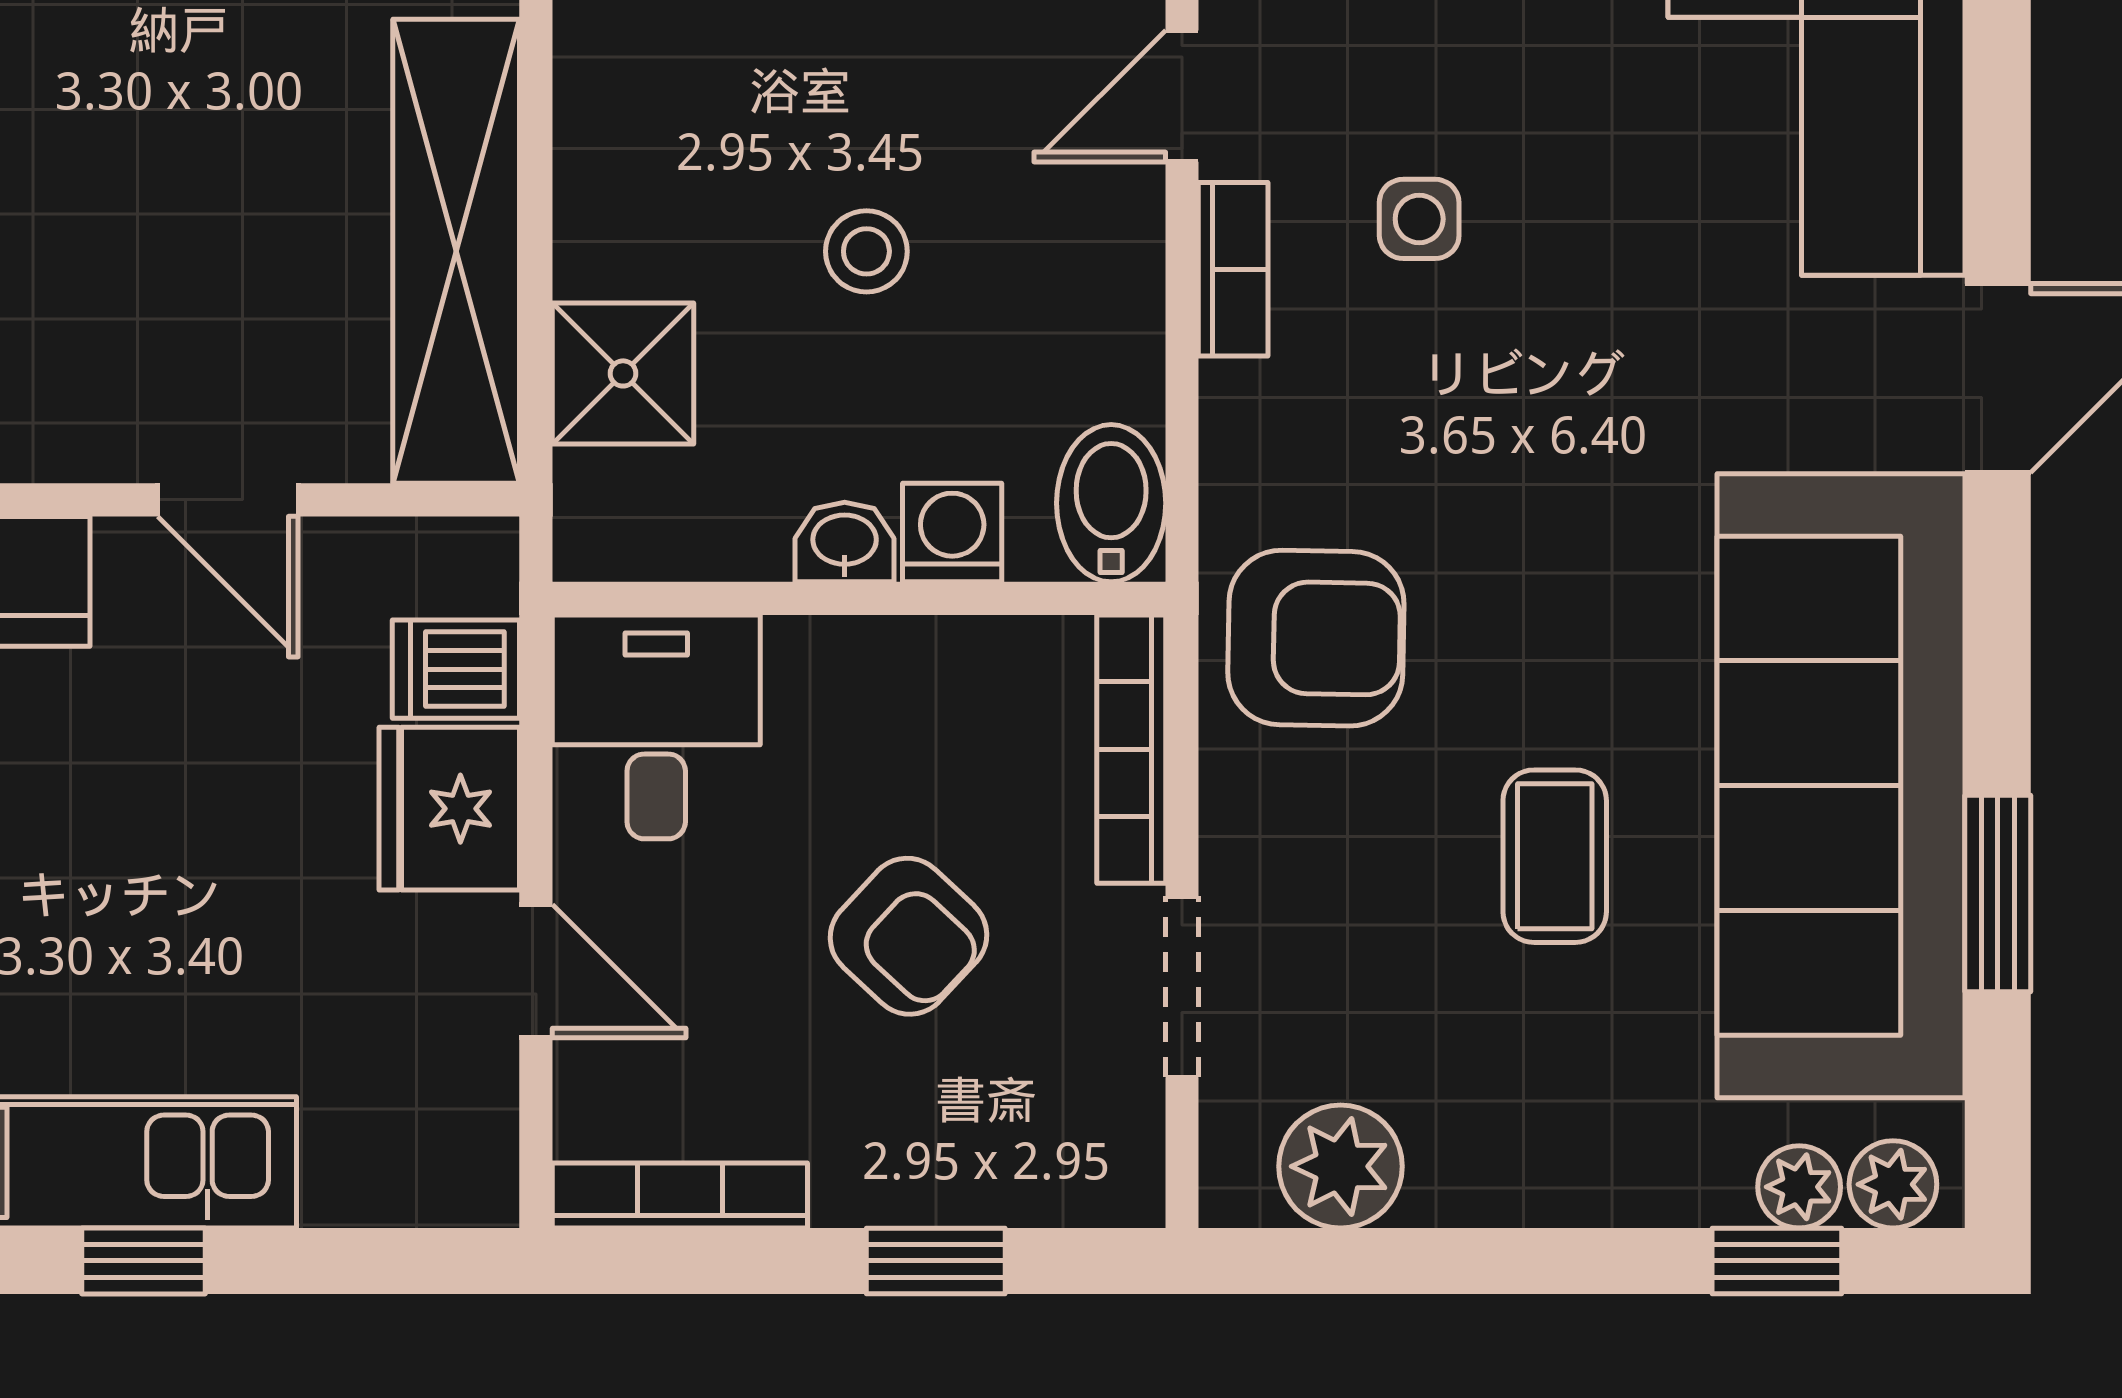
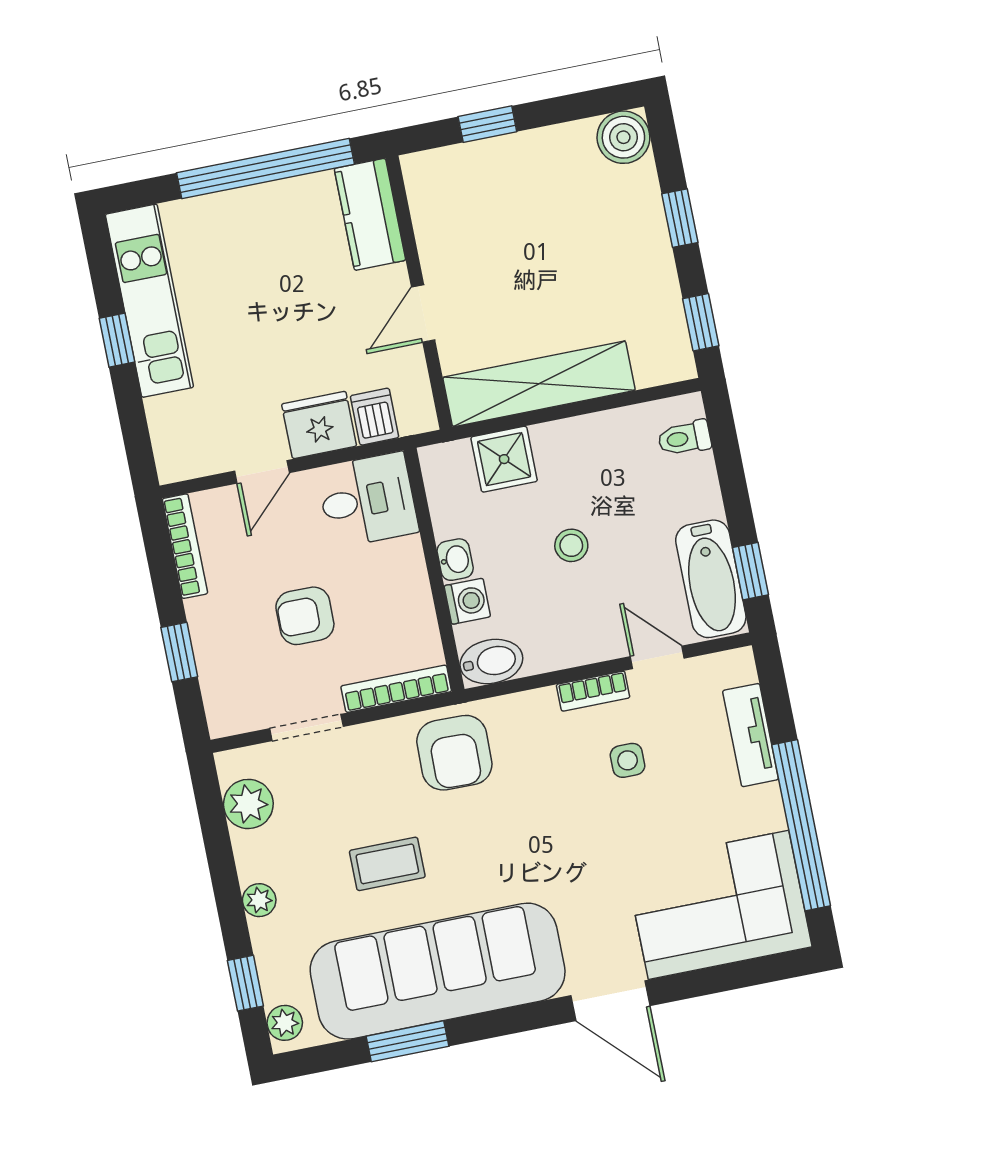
armchair: (908, 936) -> (305, 616), turned 47
plant: (1799, 1187) -> (259, 900), moved

